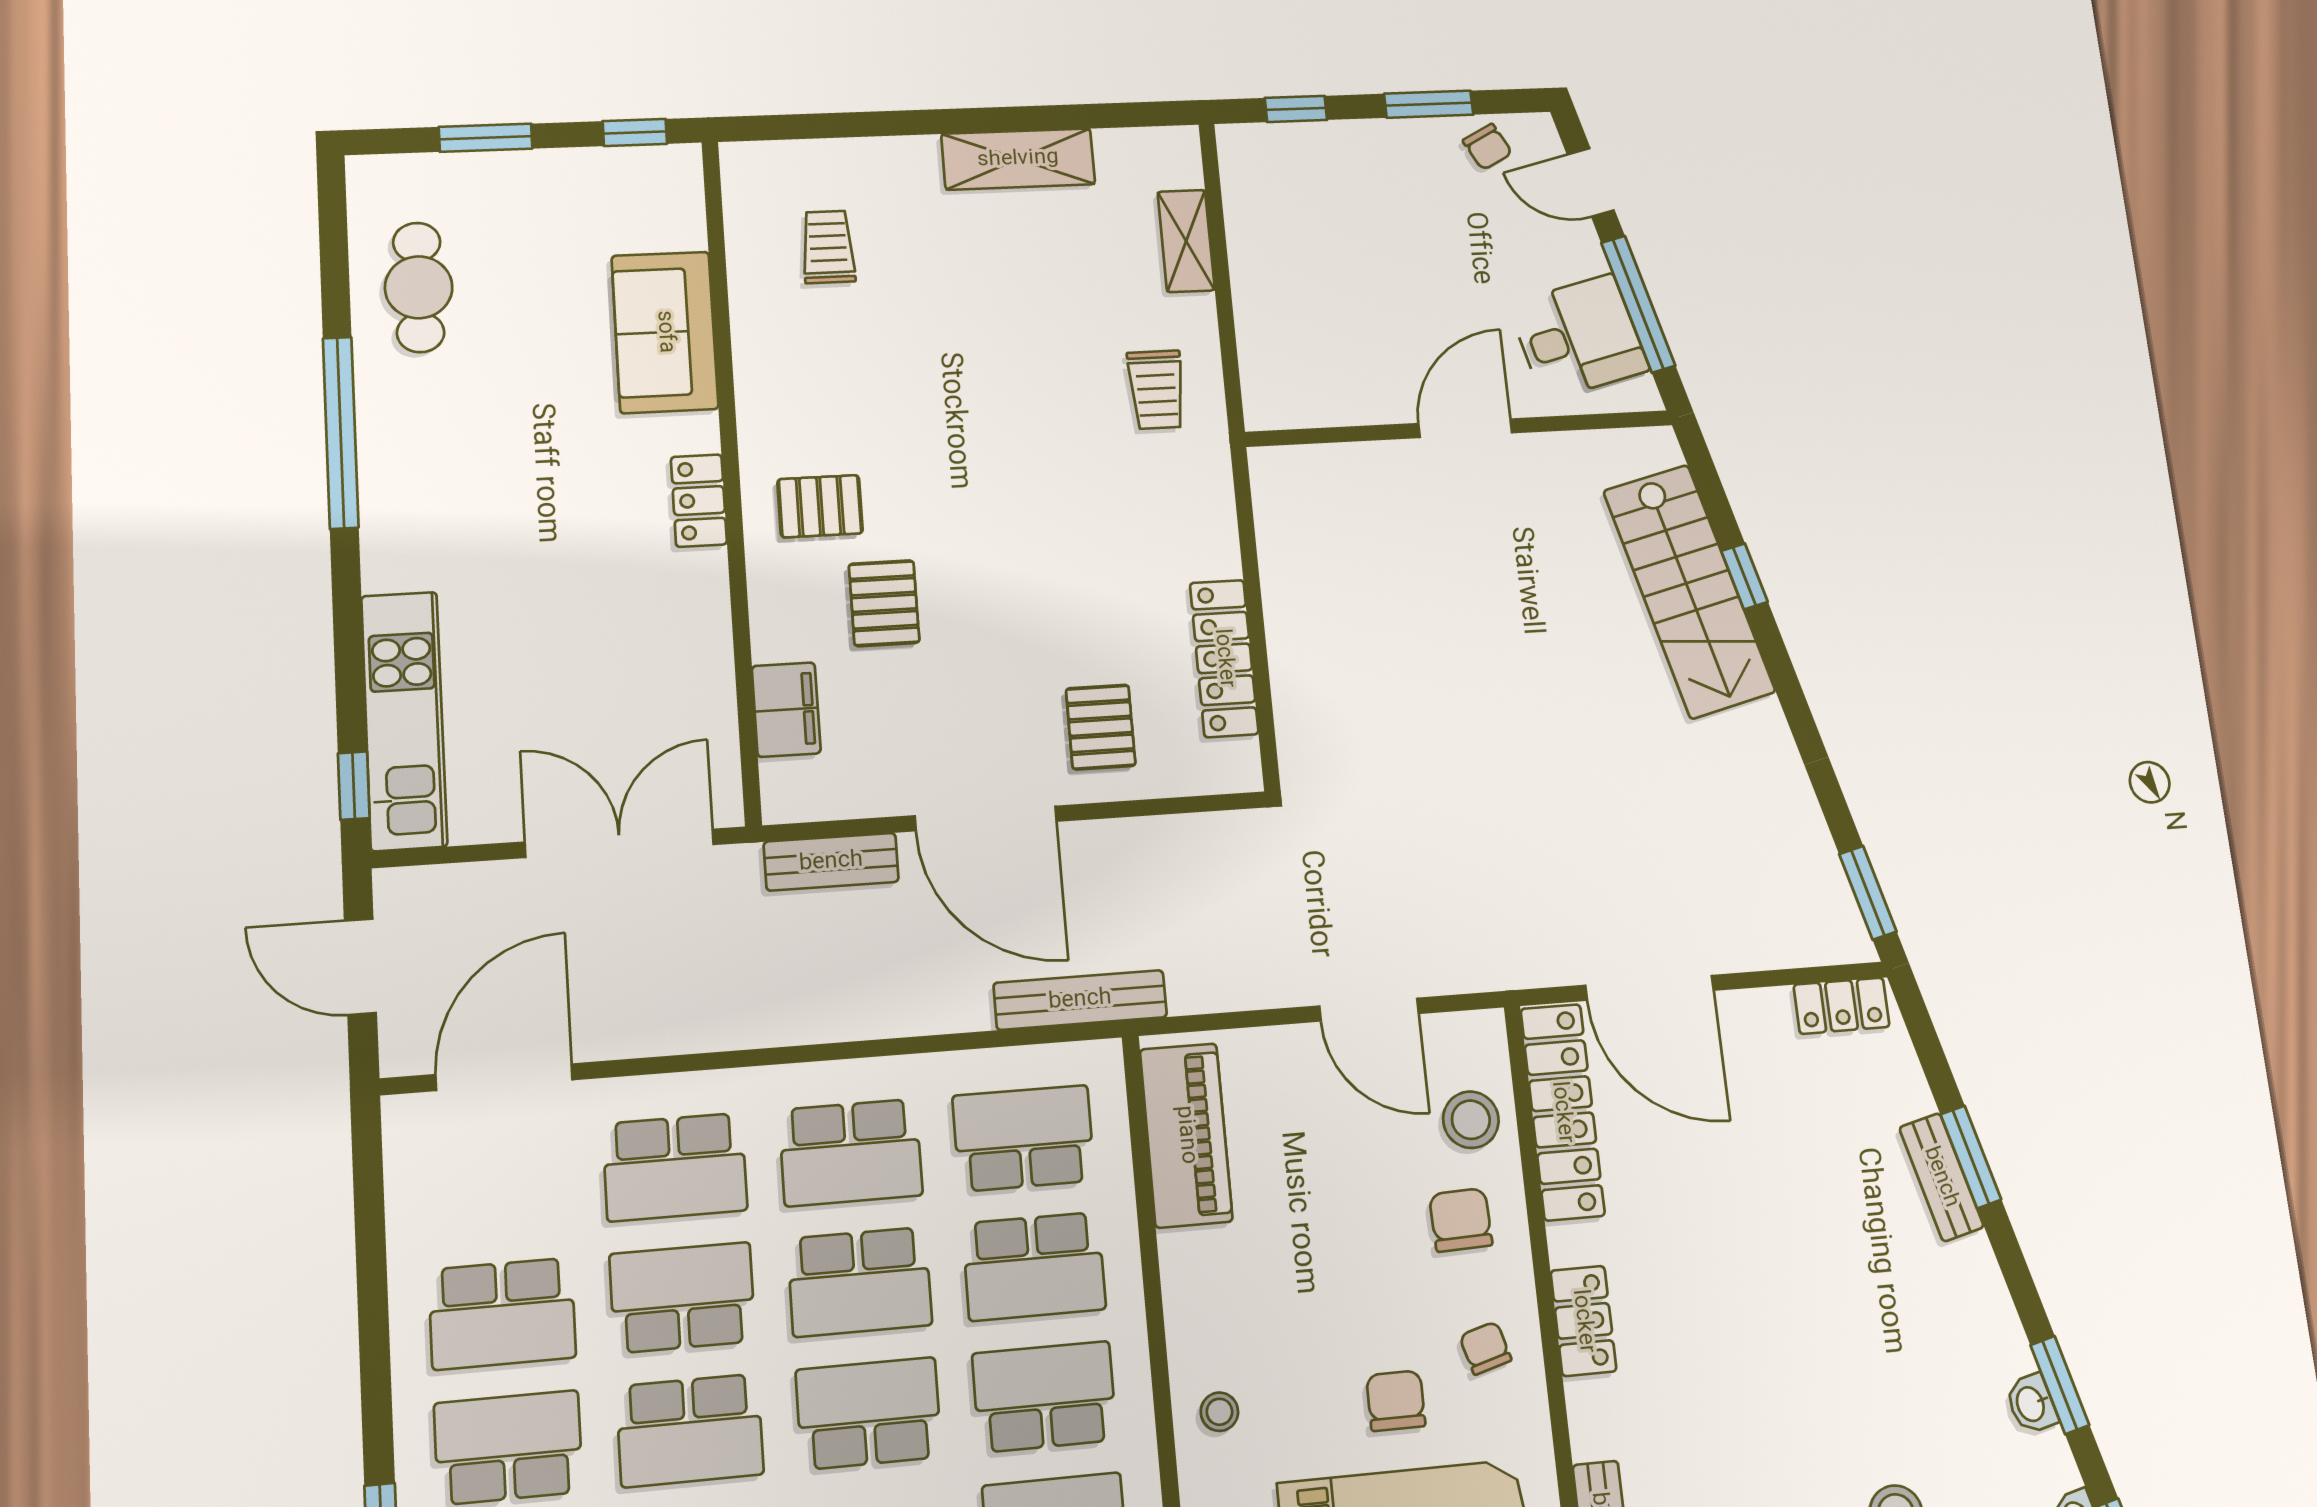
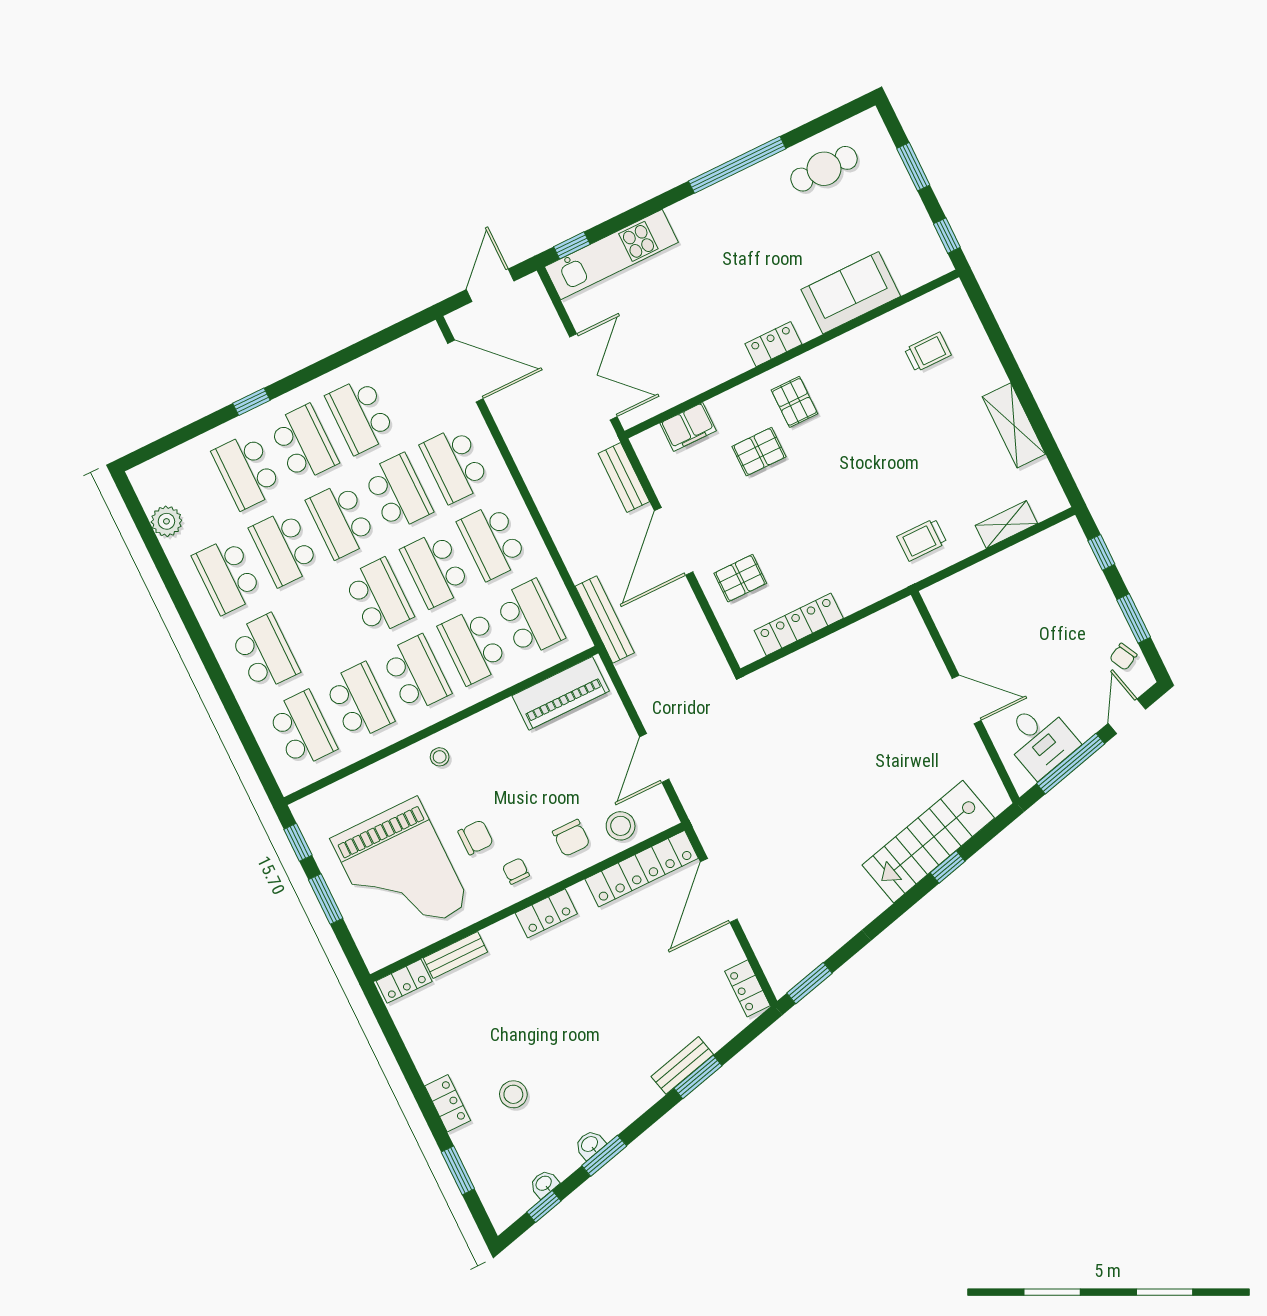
chair: (1461, 1220) -> (571, 838), turned 92
chair: (1485, 1348) -> (516, 871), turned -74

